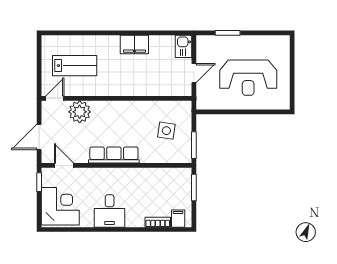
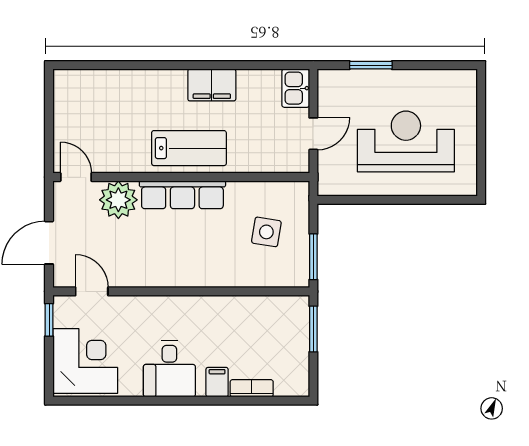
lab bench: (75, 66) -> (189, 148), moved
reception desk: (248, 78) -> (406, 141), turned 180
door: (55, 98) -> (76, 177), hinge flipped
row of seats: (114, 155) -> (182, 195), moved, turned 180
filing cabinet: (178, 219) -> (217, 382), moved

